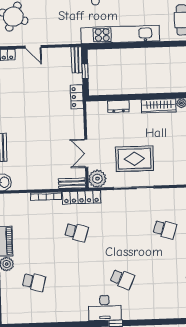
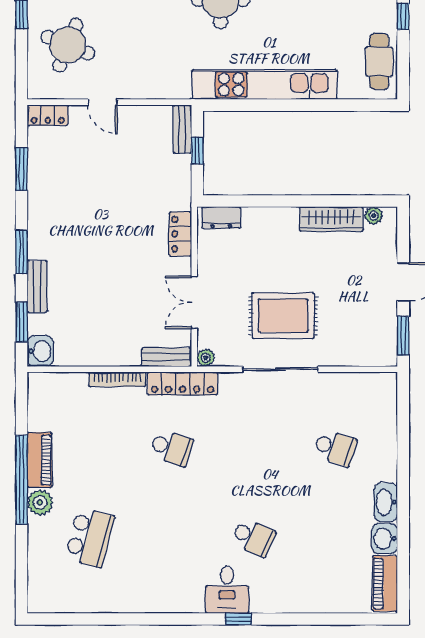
locker: (77, 97) -> (180, 234), moved
dresser: (118, 106) -> (221, 218), moved
plant: (97, 179) -> (206, 358), width x0.53, depth x0.53
school desk: (34, 282) -> (90, 537), width x1.85
desk: (105, 308) -> (227, 590), width x0.73

